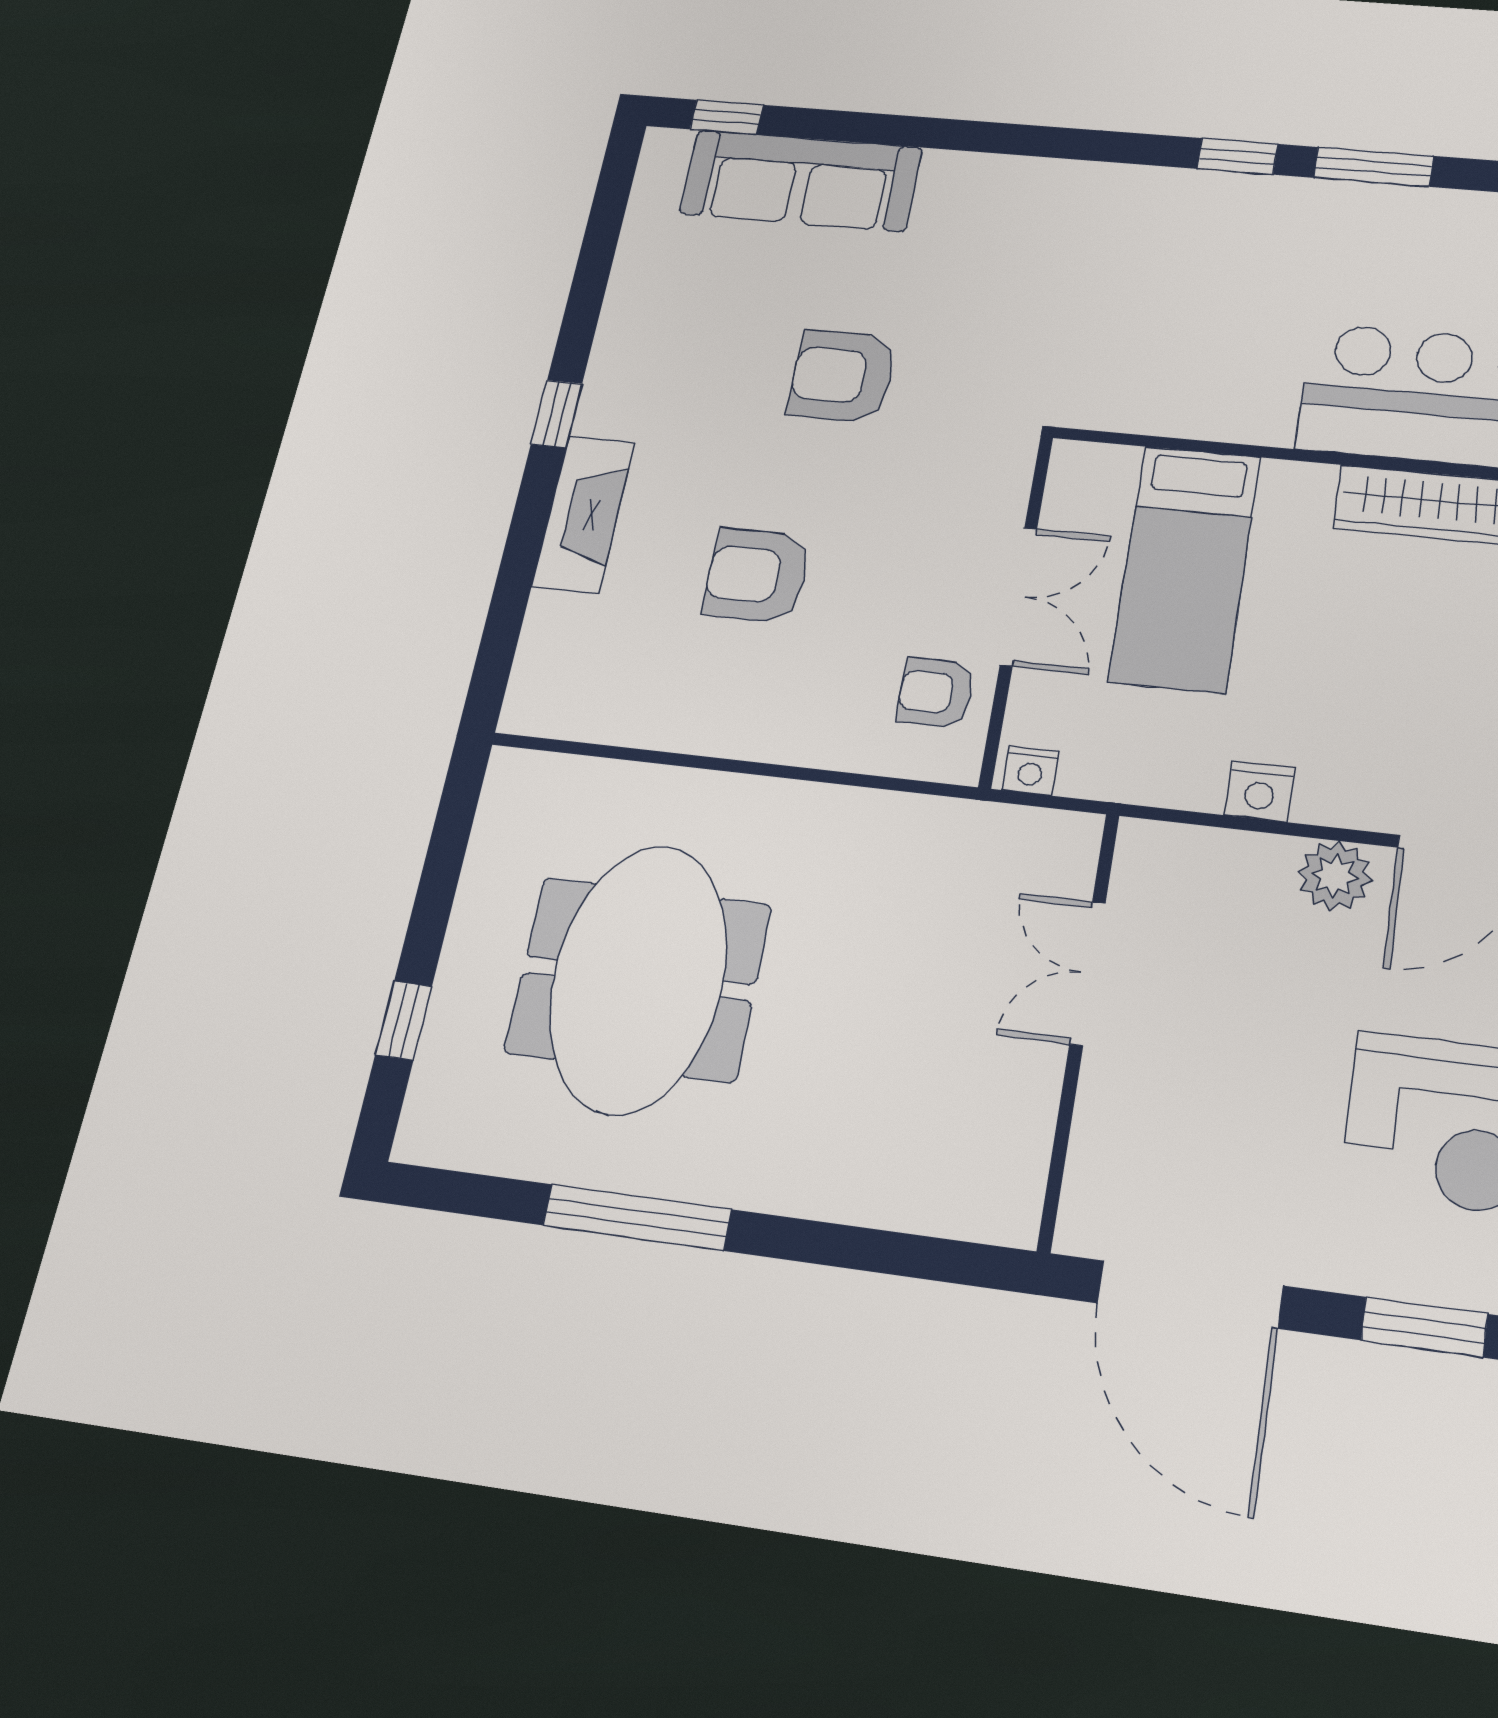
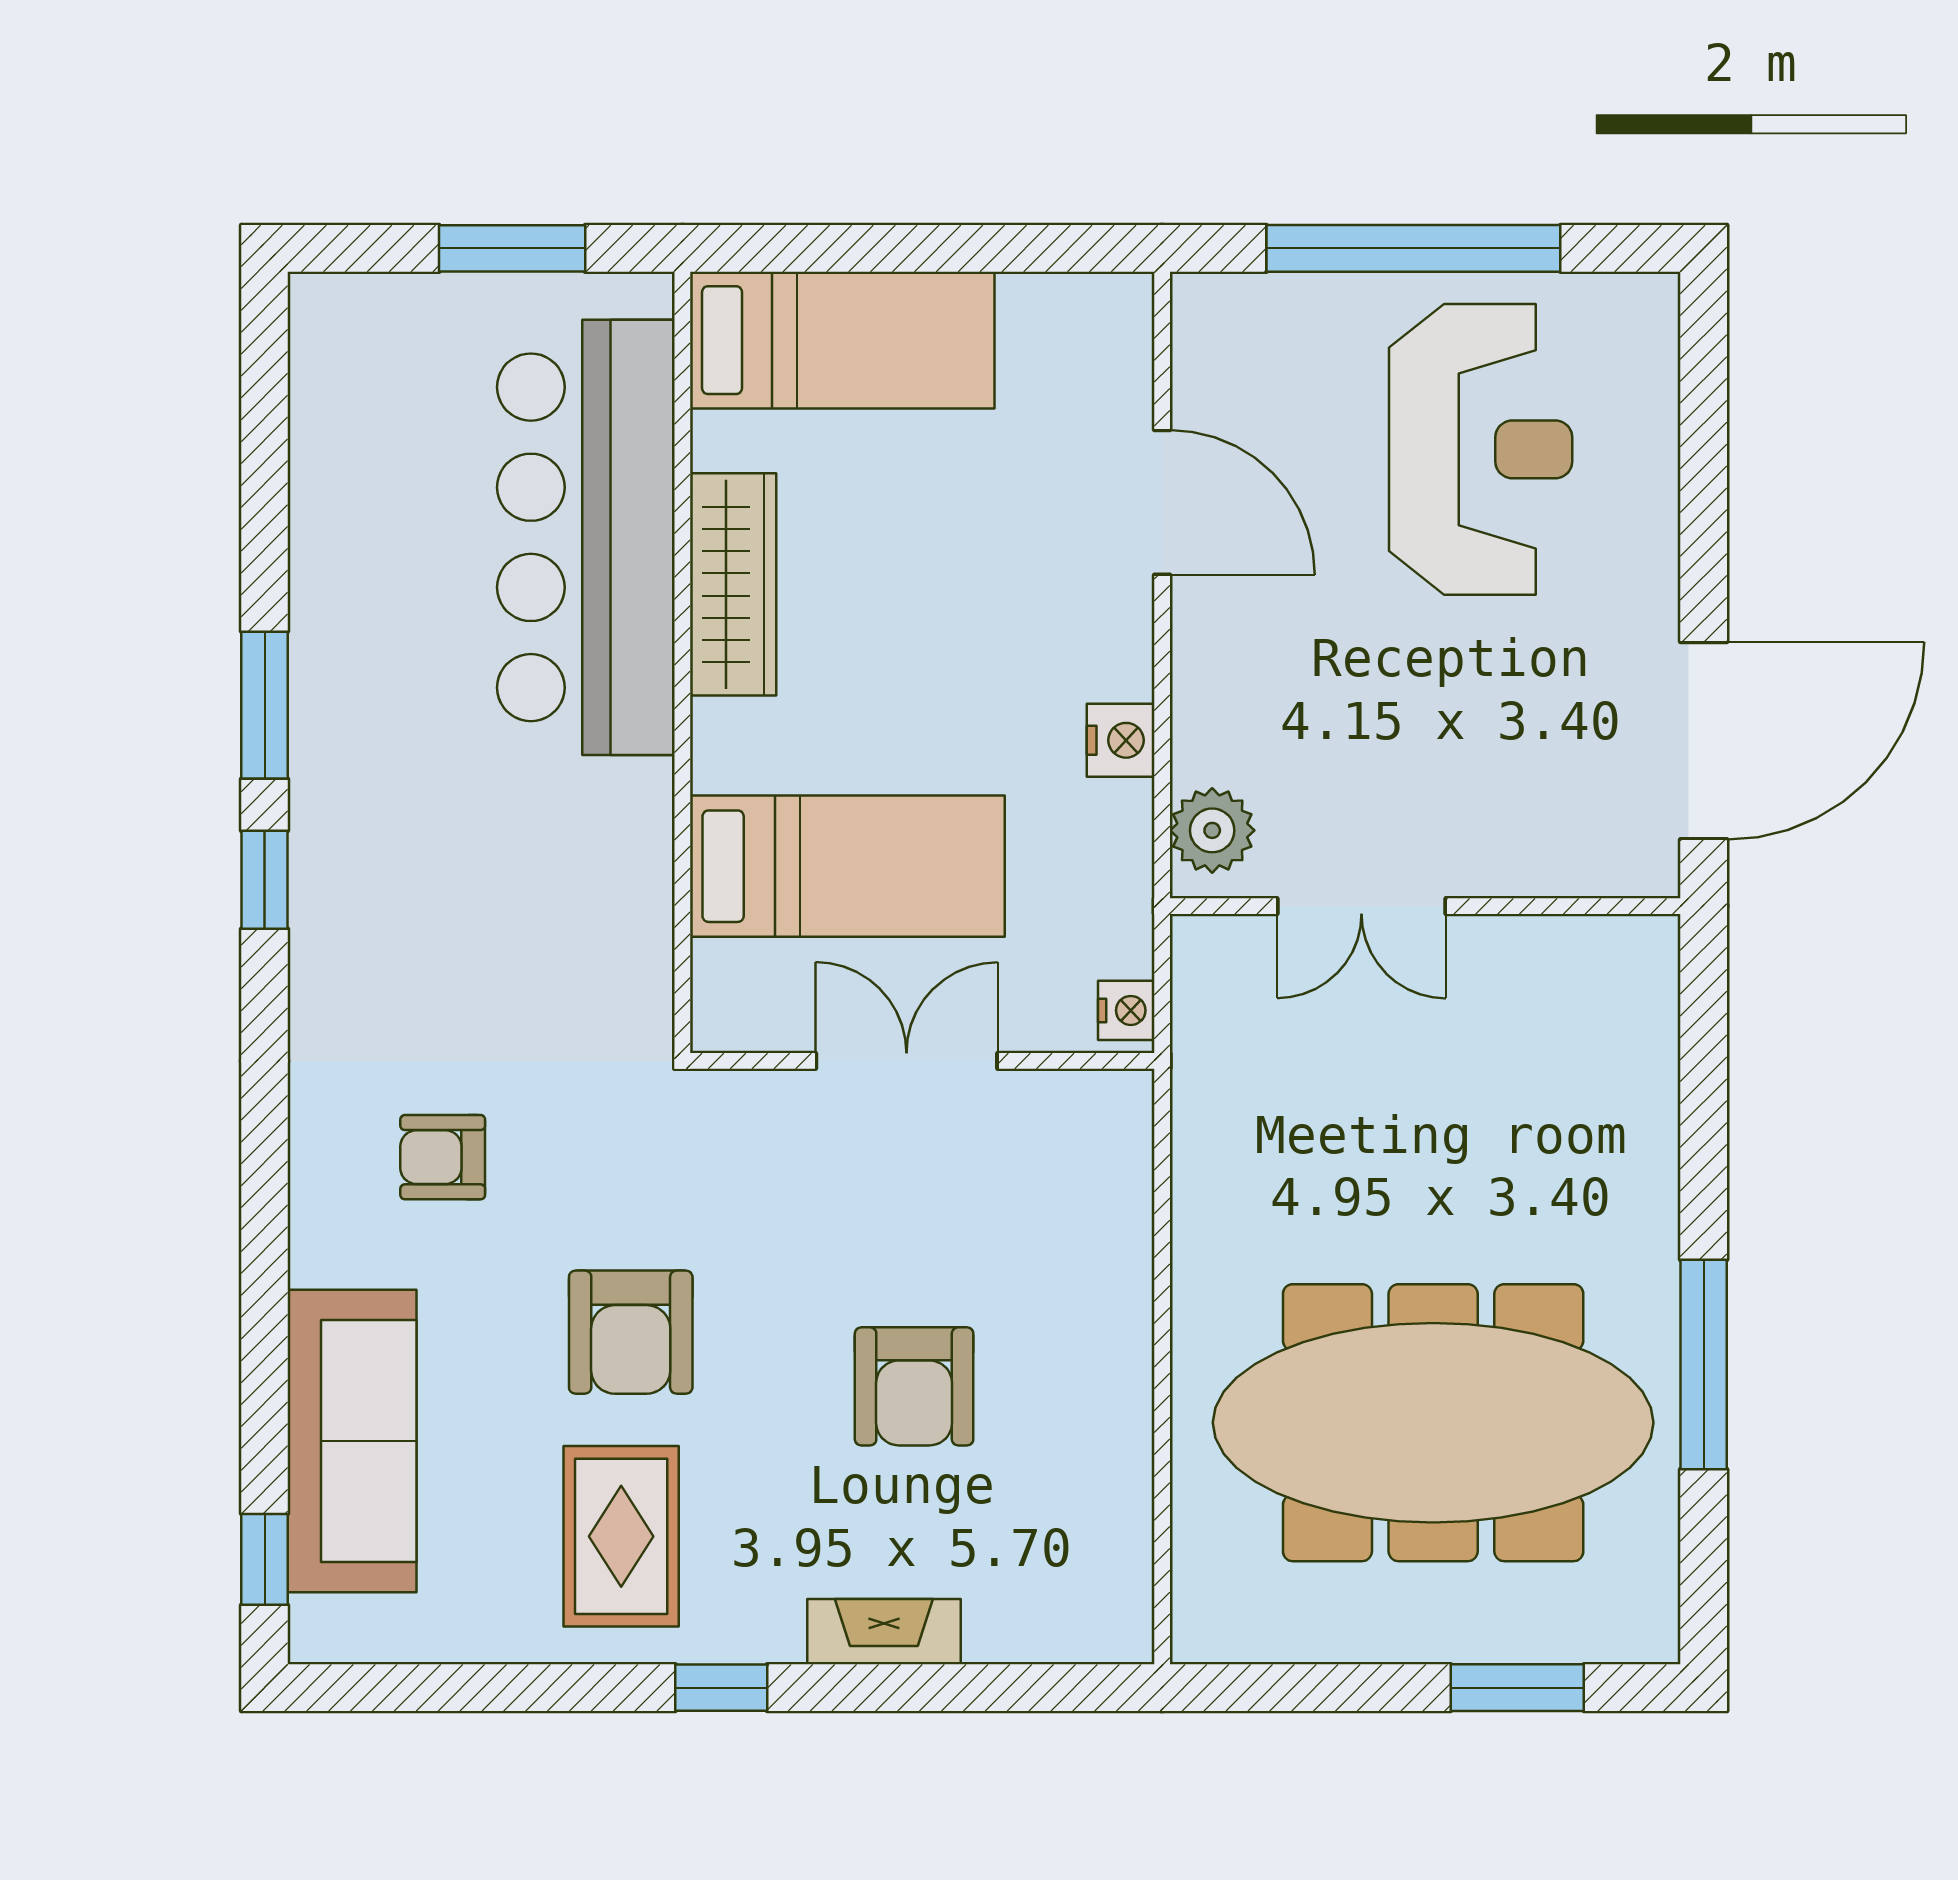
rug: (688, 355) -> (621, 1536), added
fireplace: (583, 514) -> (884, 1632), width x0.73, depth x0.76
armchair: (936, 693) -> (443, 1157), moved, turned 90
plant: (1335, 876) -> (1212, 830), moved
meeting table: (638, 979) -> (1433, 1423), width x1.36
window: (404, 1021) -> (1517, 1688), width x1.50
window: (1424, 1327) -> (1704, 488), removed

